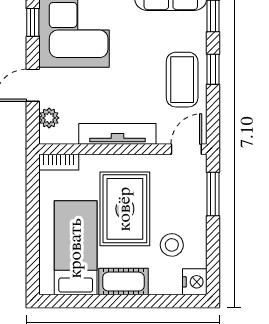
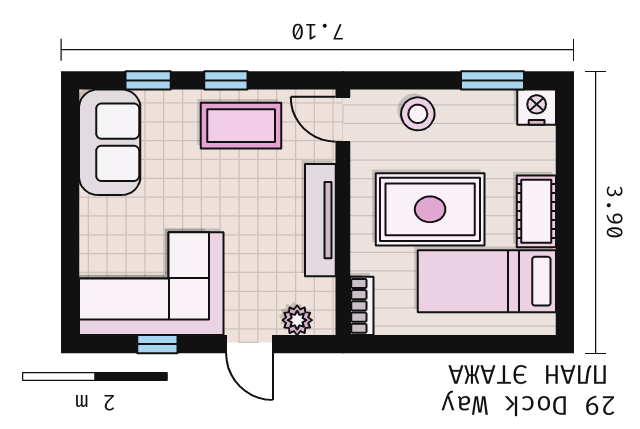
window: (213, 194) -> (493, 80), moved
stool: (172, 245) -> (418, 114), moved

